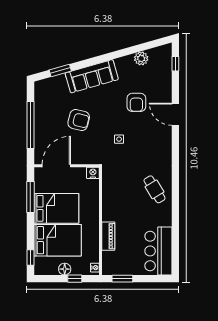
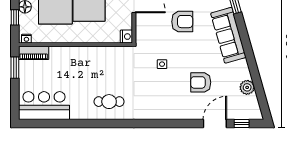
door: (175, 114) -> (215, 124), moved
armchair: (79, 120) -> (182, 22), turned -104
cafe table: (155, 189) -> (109, 102), turned 31
piano: (108, 236) -> (34, 53), moved

